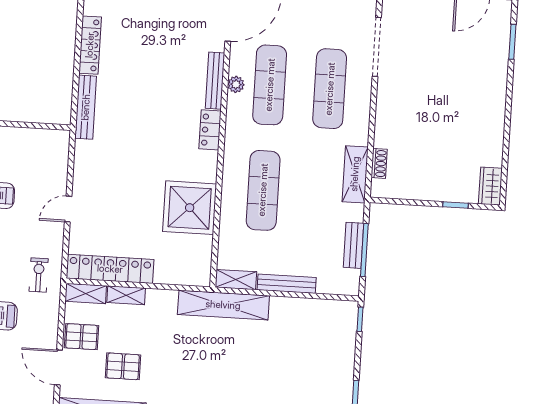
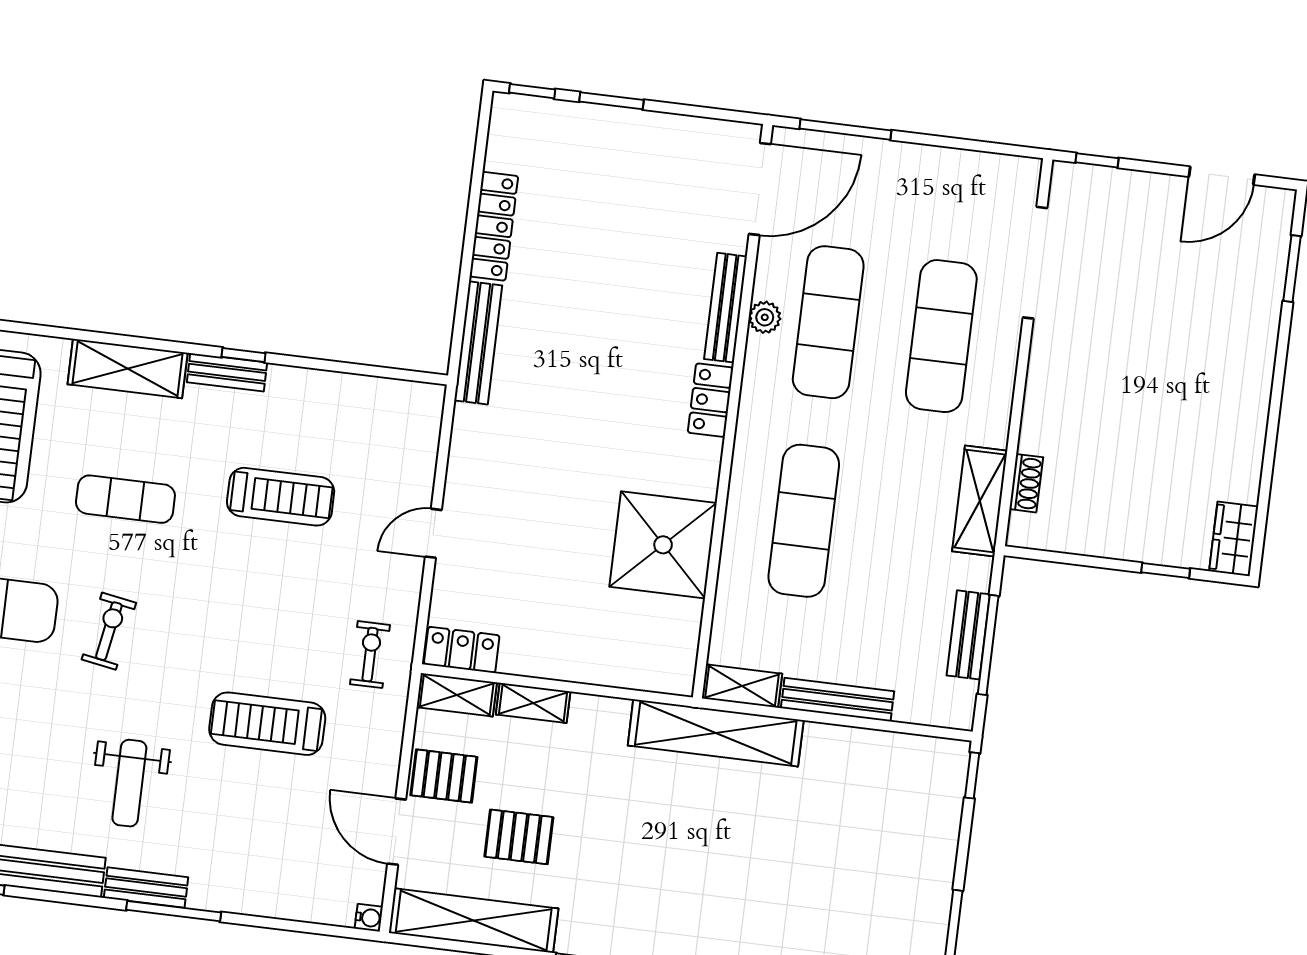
locker: (110, 269) -> (462, 650), width x0.46, depth x0.83

